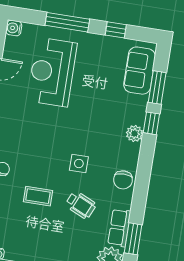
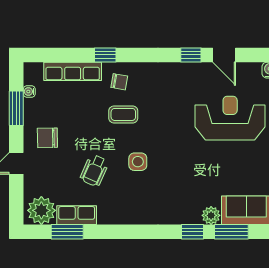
plant: (134, 134) -> (211, 215), moved
chair: (123, 180) -> (47, 138), moved
coffee table: (38, 196) -> (123, 114), moved, turned 90

